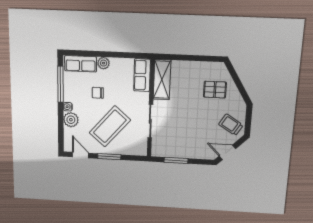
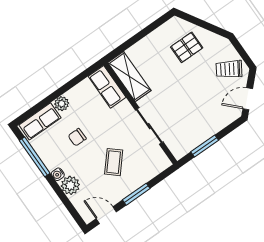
coffee table: (110, 126) -> (114, 162), width x0.54, depth x0.58

